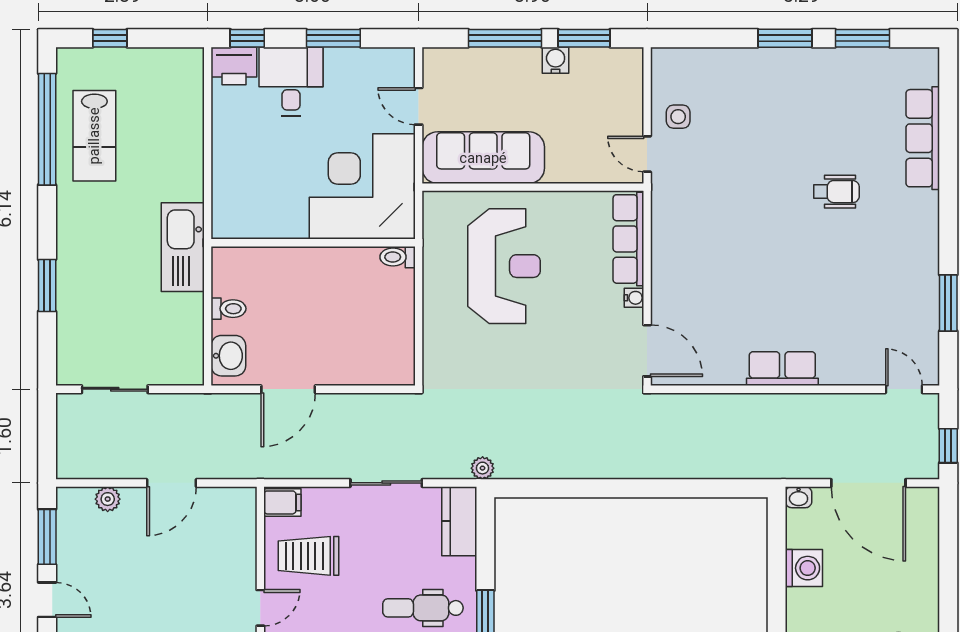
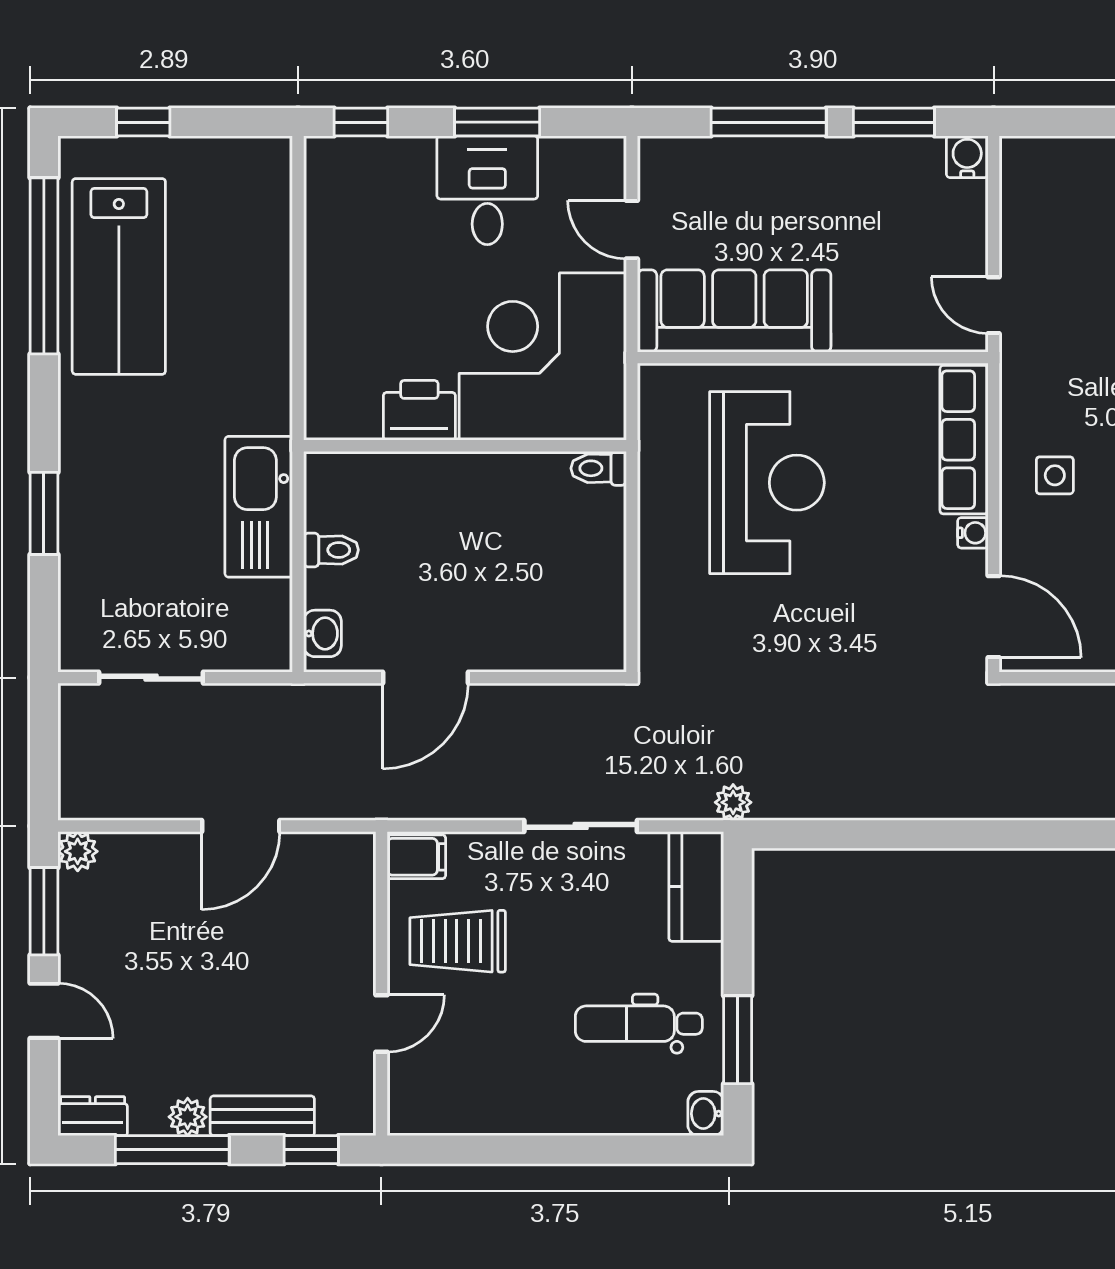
water cooler: (556, 60) -> (967, 157), moved
printer: (234, 66) -> (419, 410), moved, turned 180
desk: (291, 81) -> (487, 190), moved
side table: (678, 117) -> (1055, 475), moved
lab bench: (94, 136) -> (119, 276), width x1.36, depth x1.39
kitchen sink: (183, 247) -> (259, 507), moved
washbasin: (228, 356) -> (322, 633), width x0.72, depth x0.69
plant: (108, 499) -> (78, 851), moved

